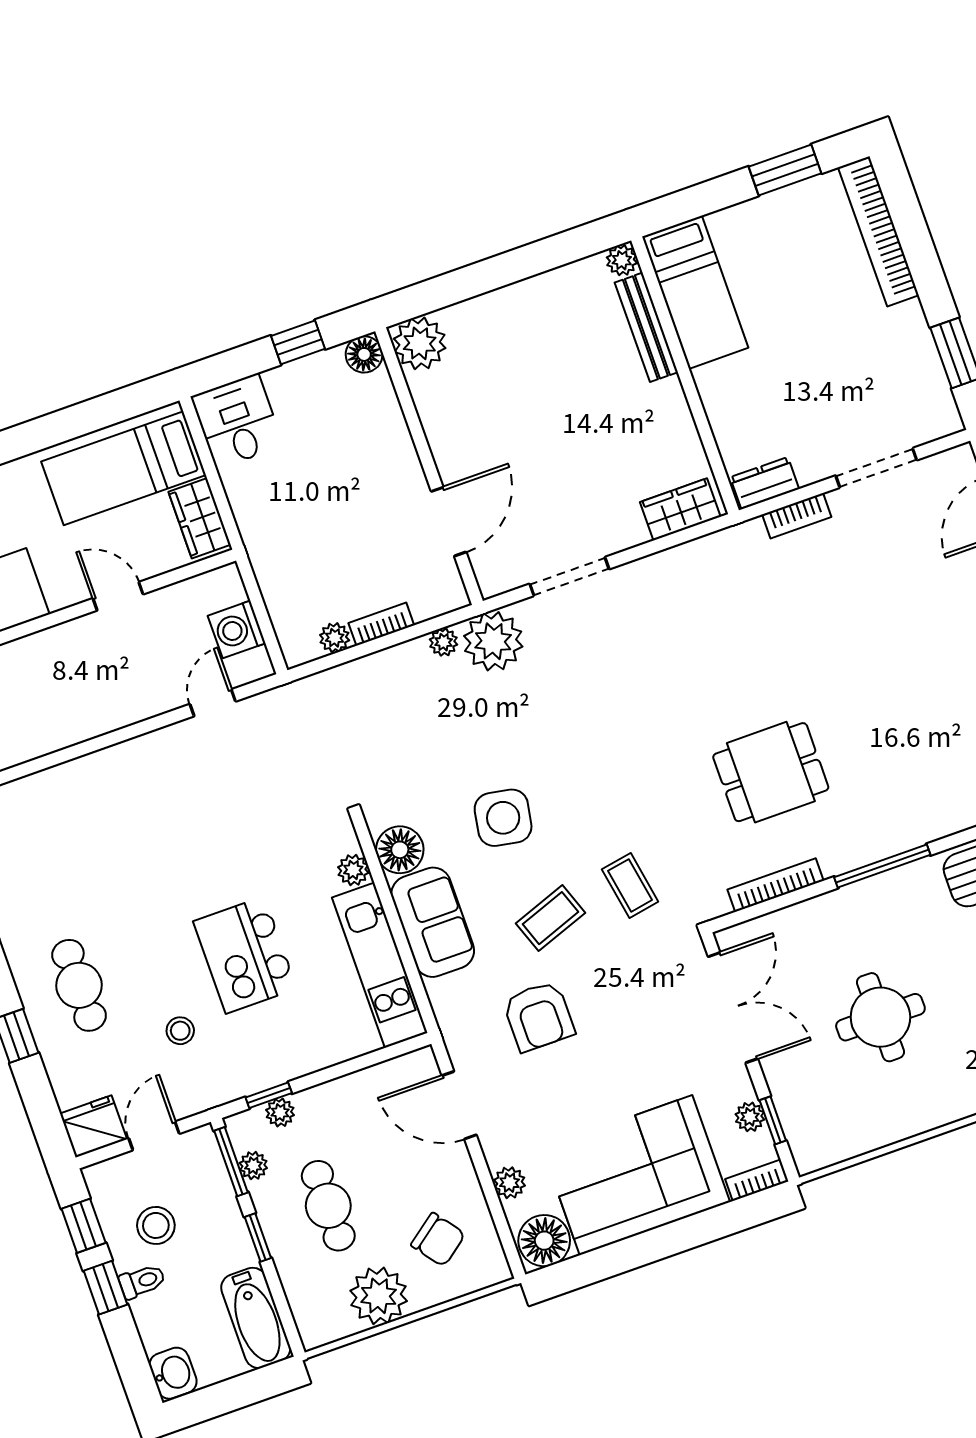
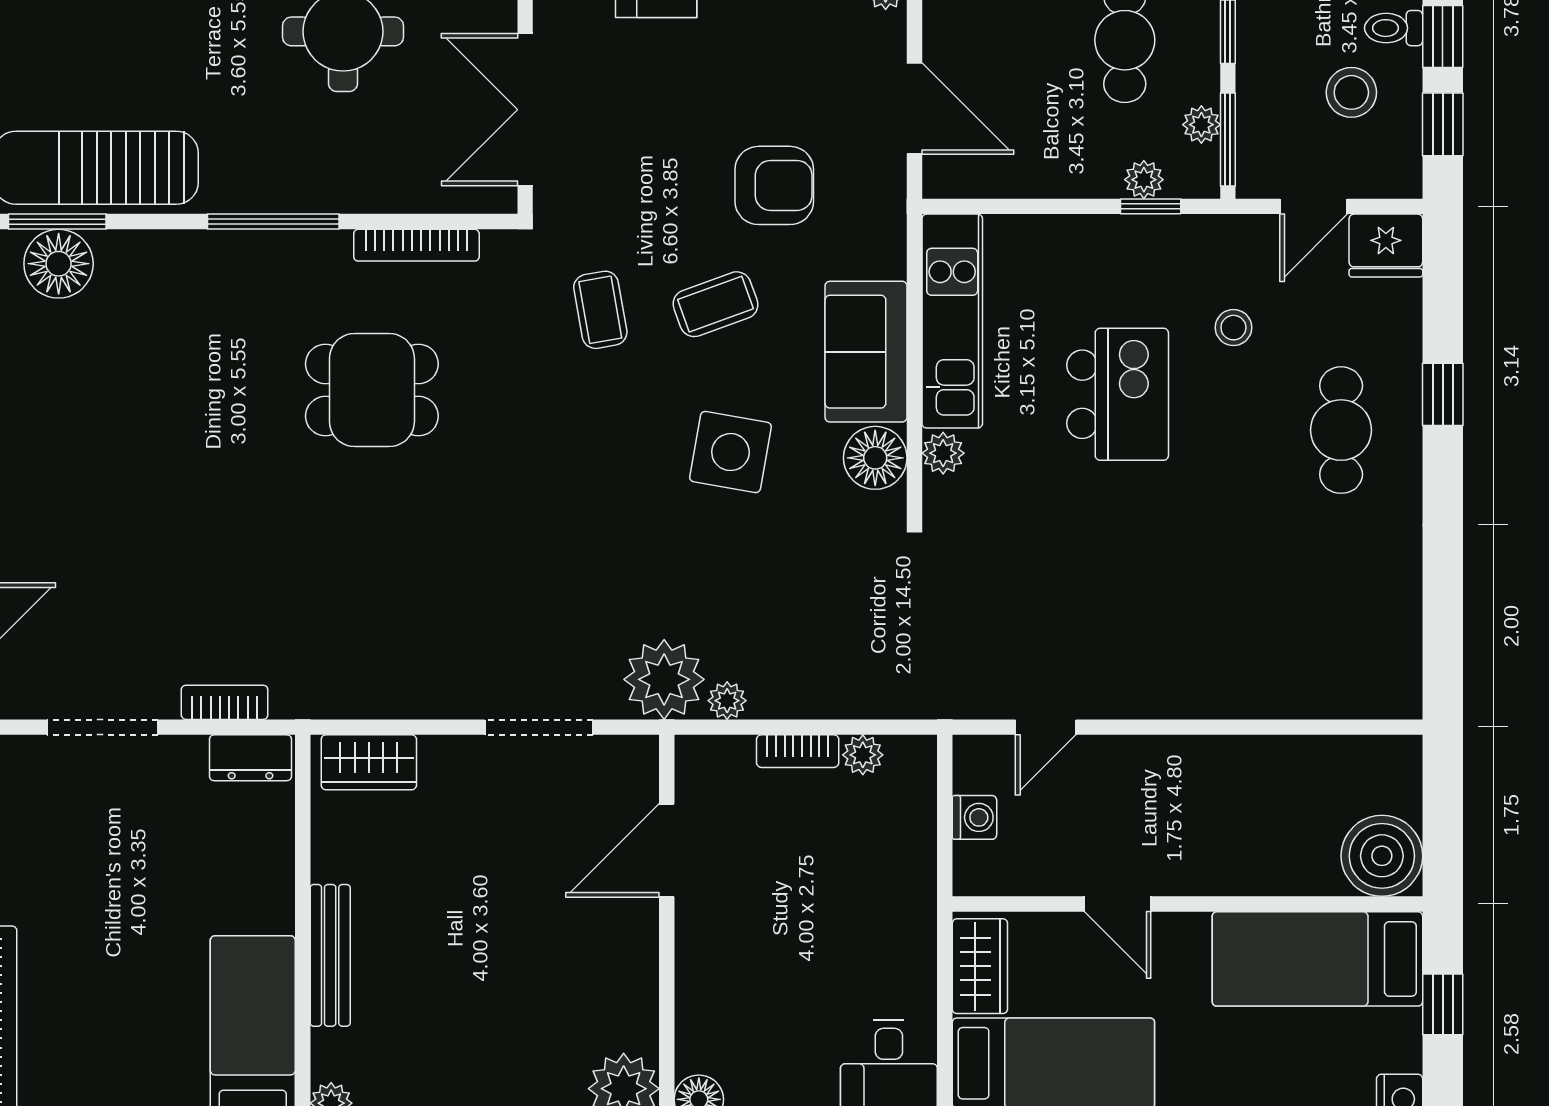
bench: (646, 327) -> (330, 955), moved
washing machine: (237, 629) -> (974, 817), width x0.73, depth x0.73
armchair: (539, 1016) -> (774, 185), turned 90

